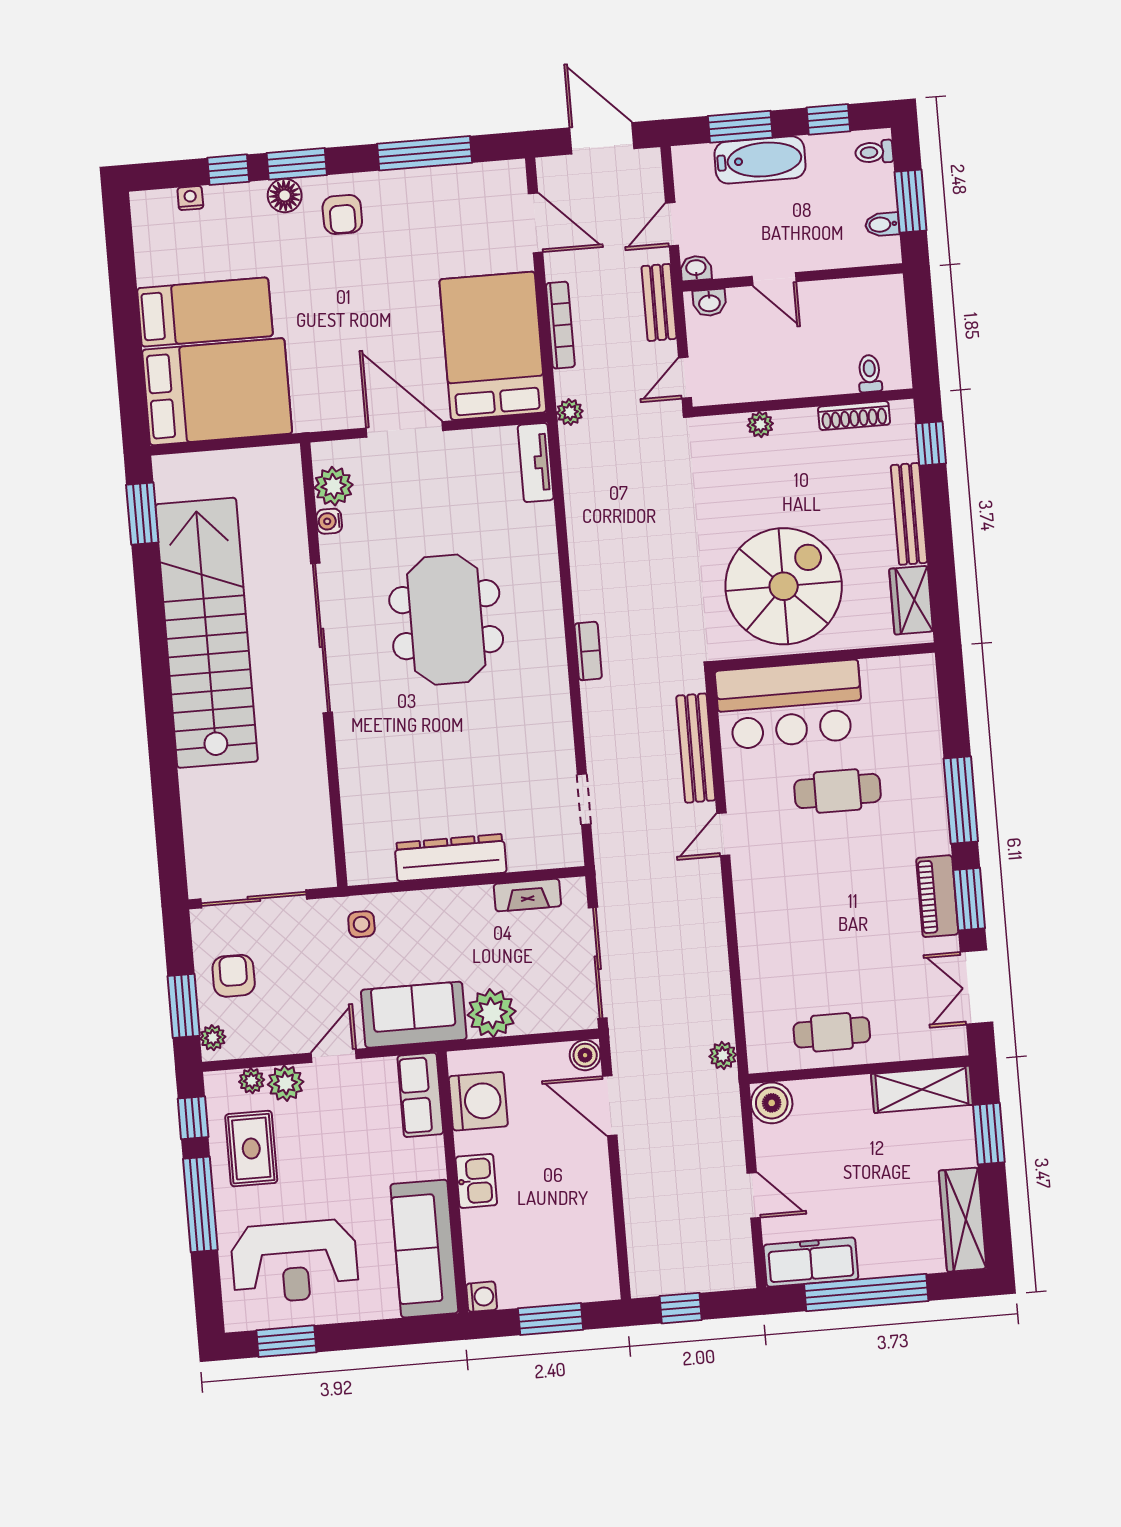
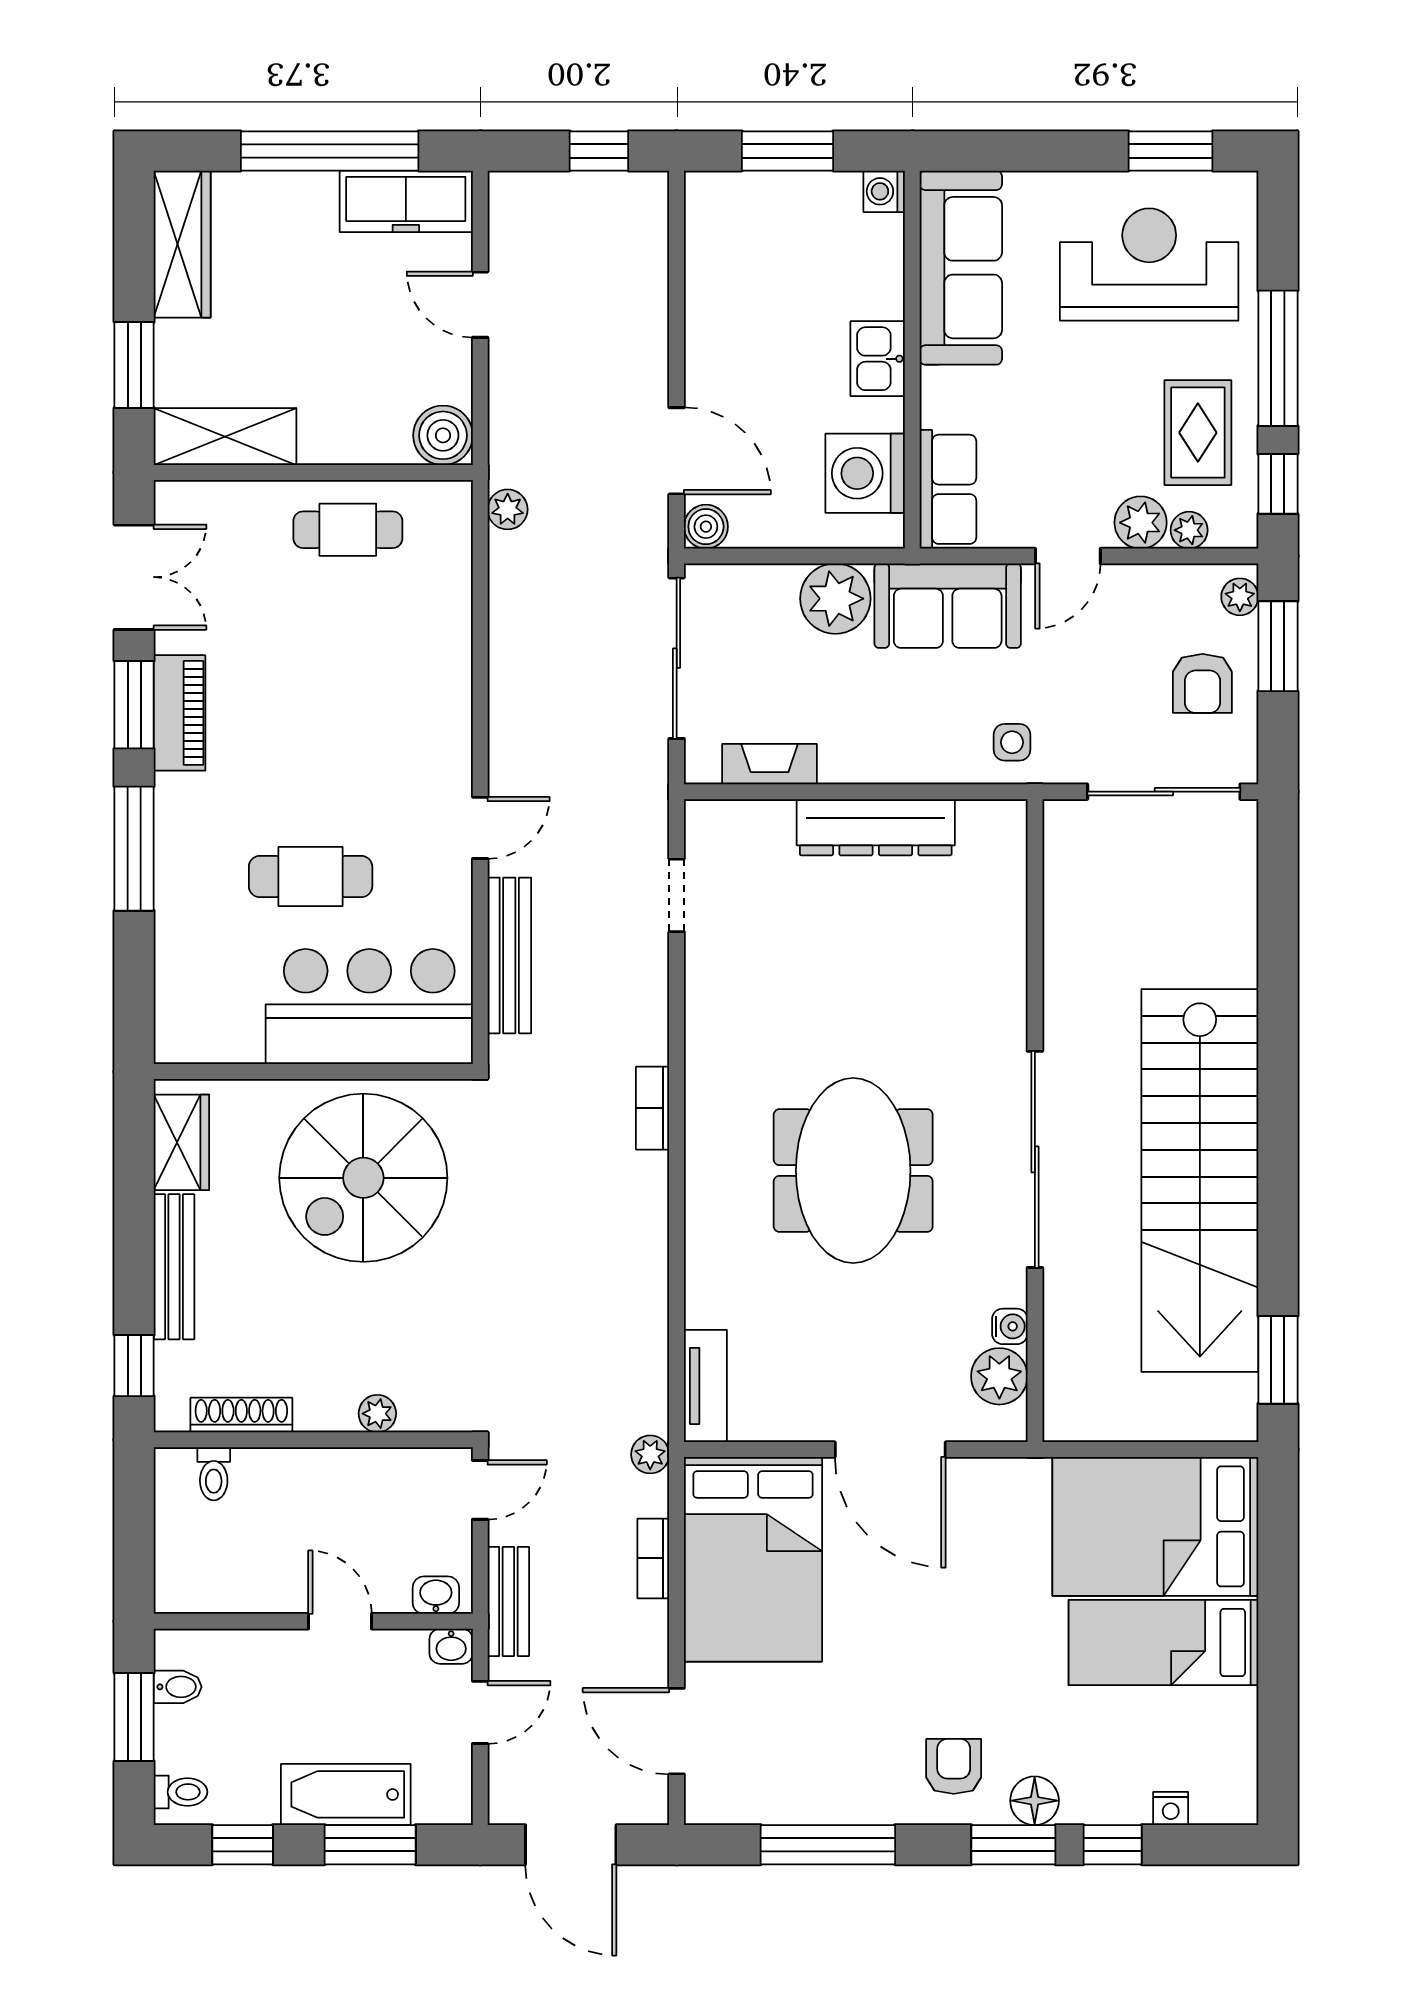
bookcase: (560, 325) -> (653, 1558), width x0.64

